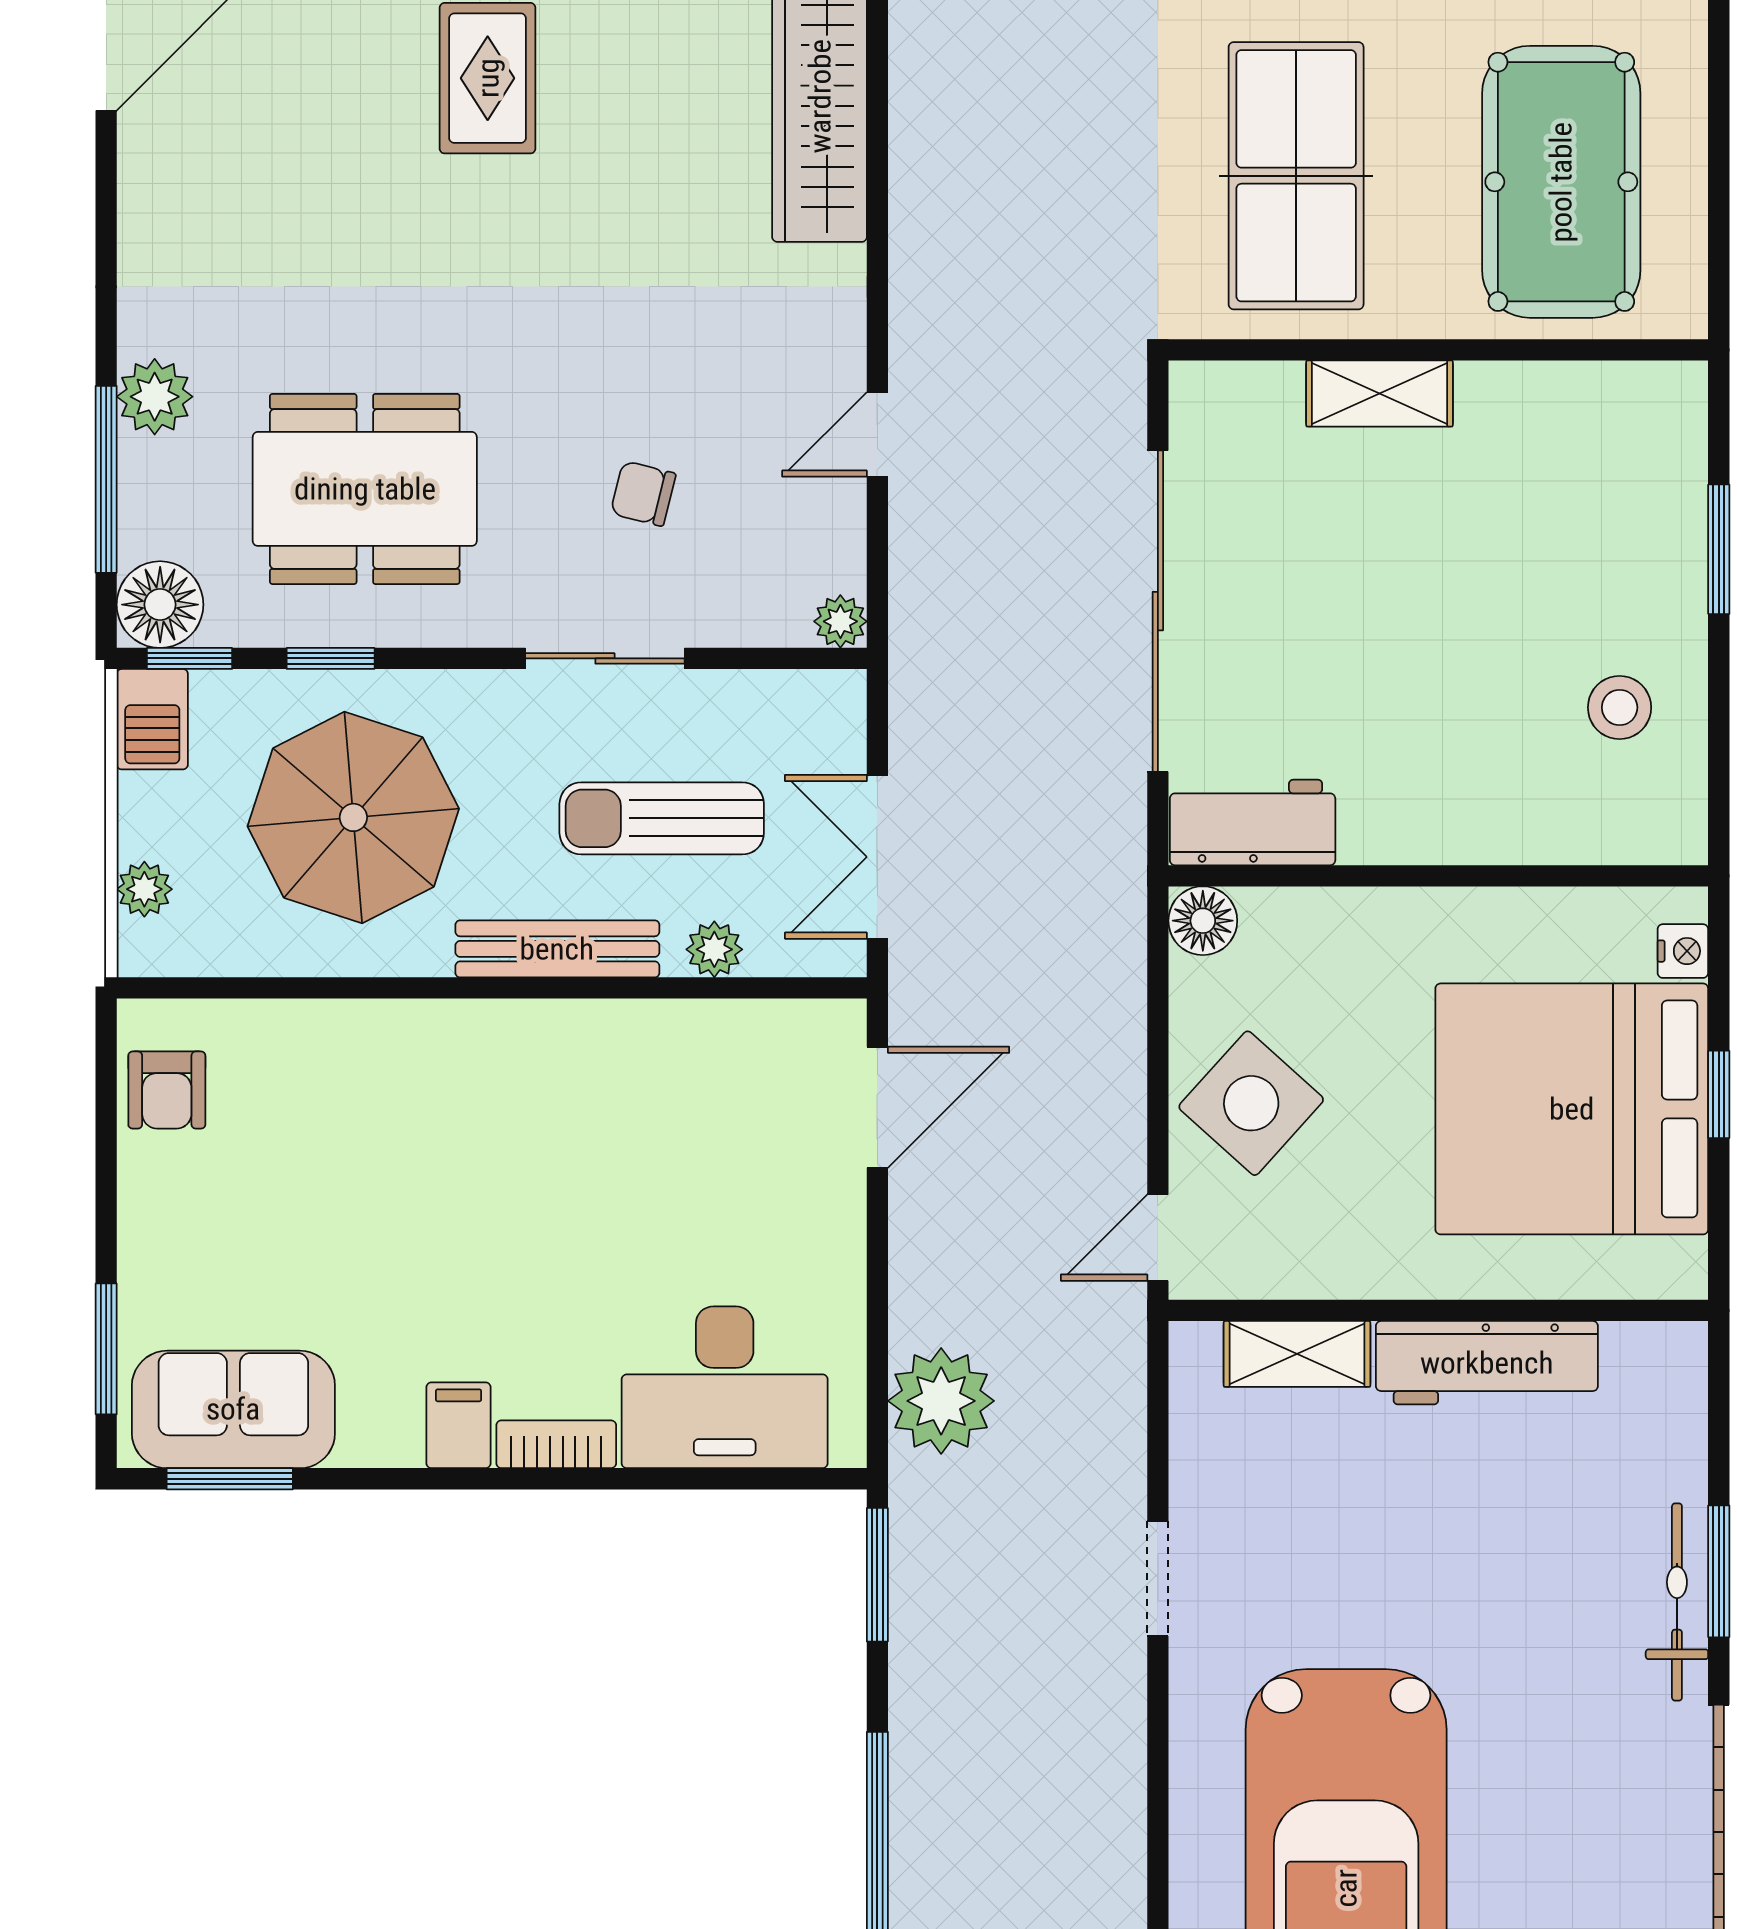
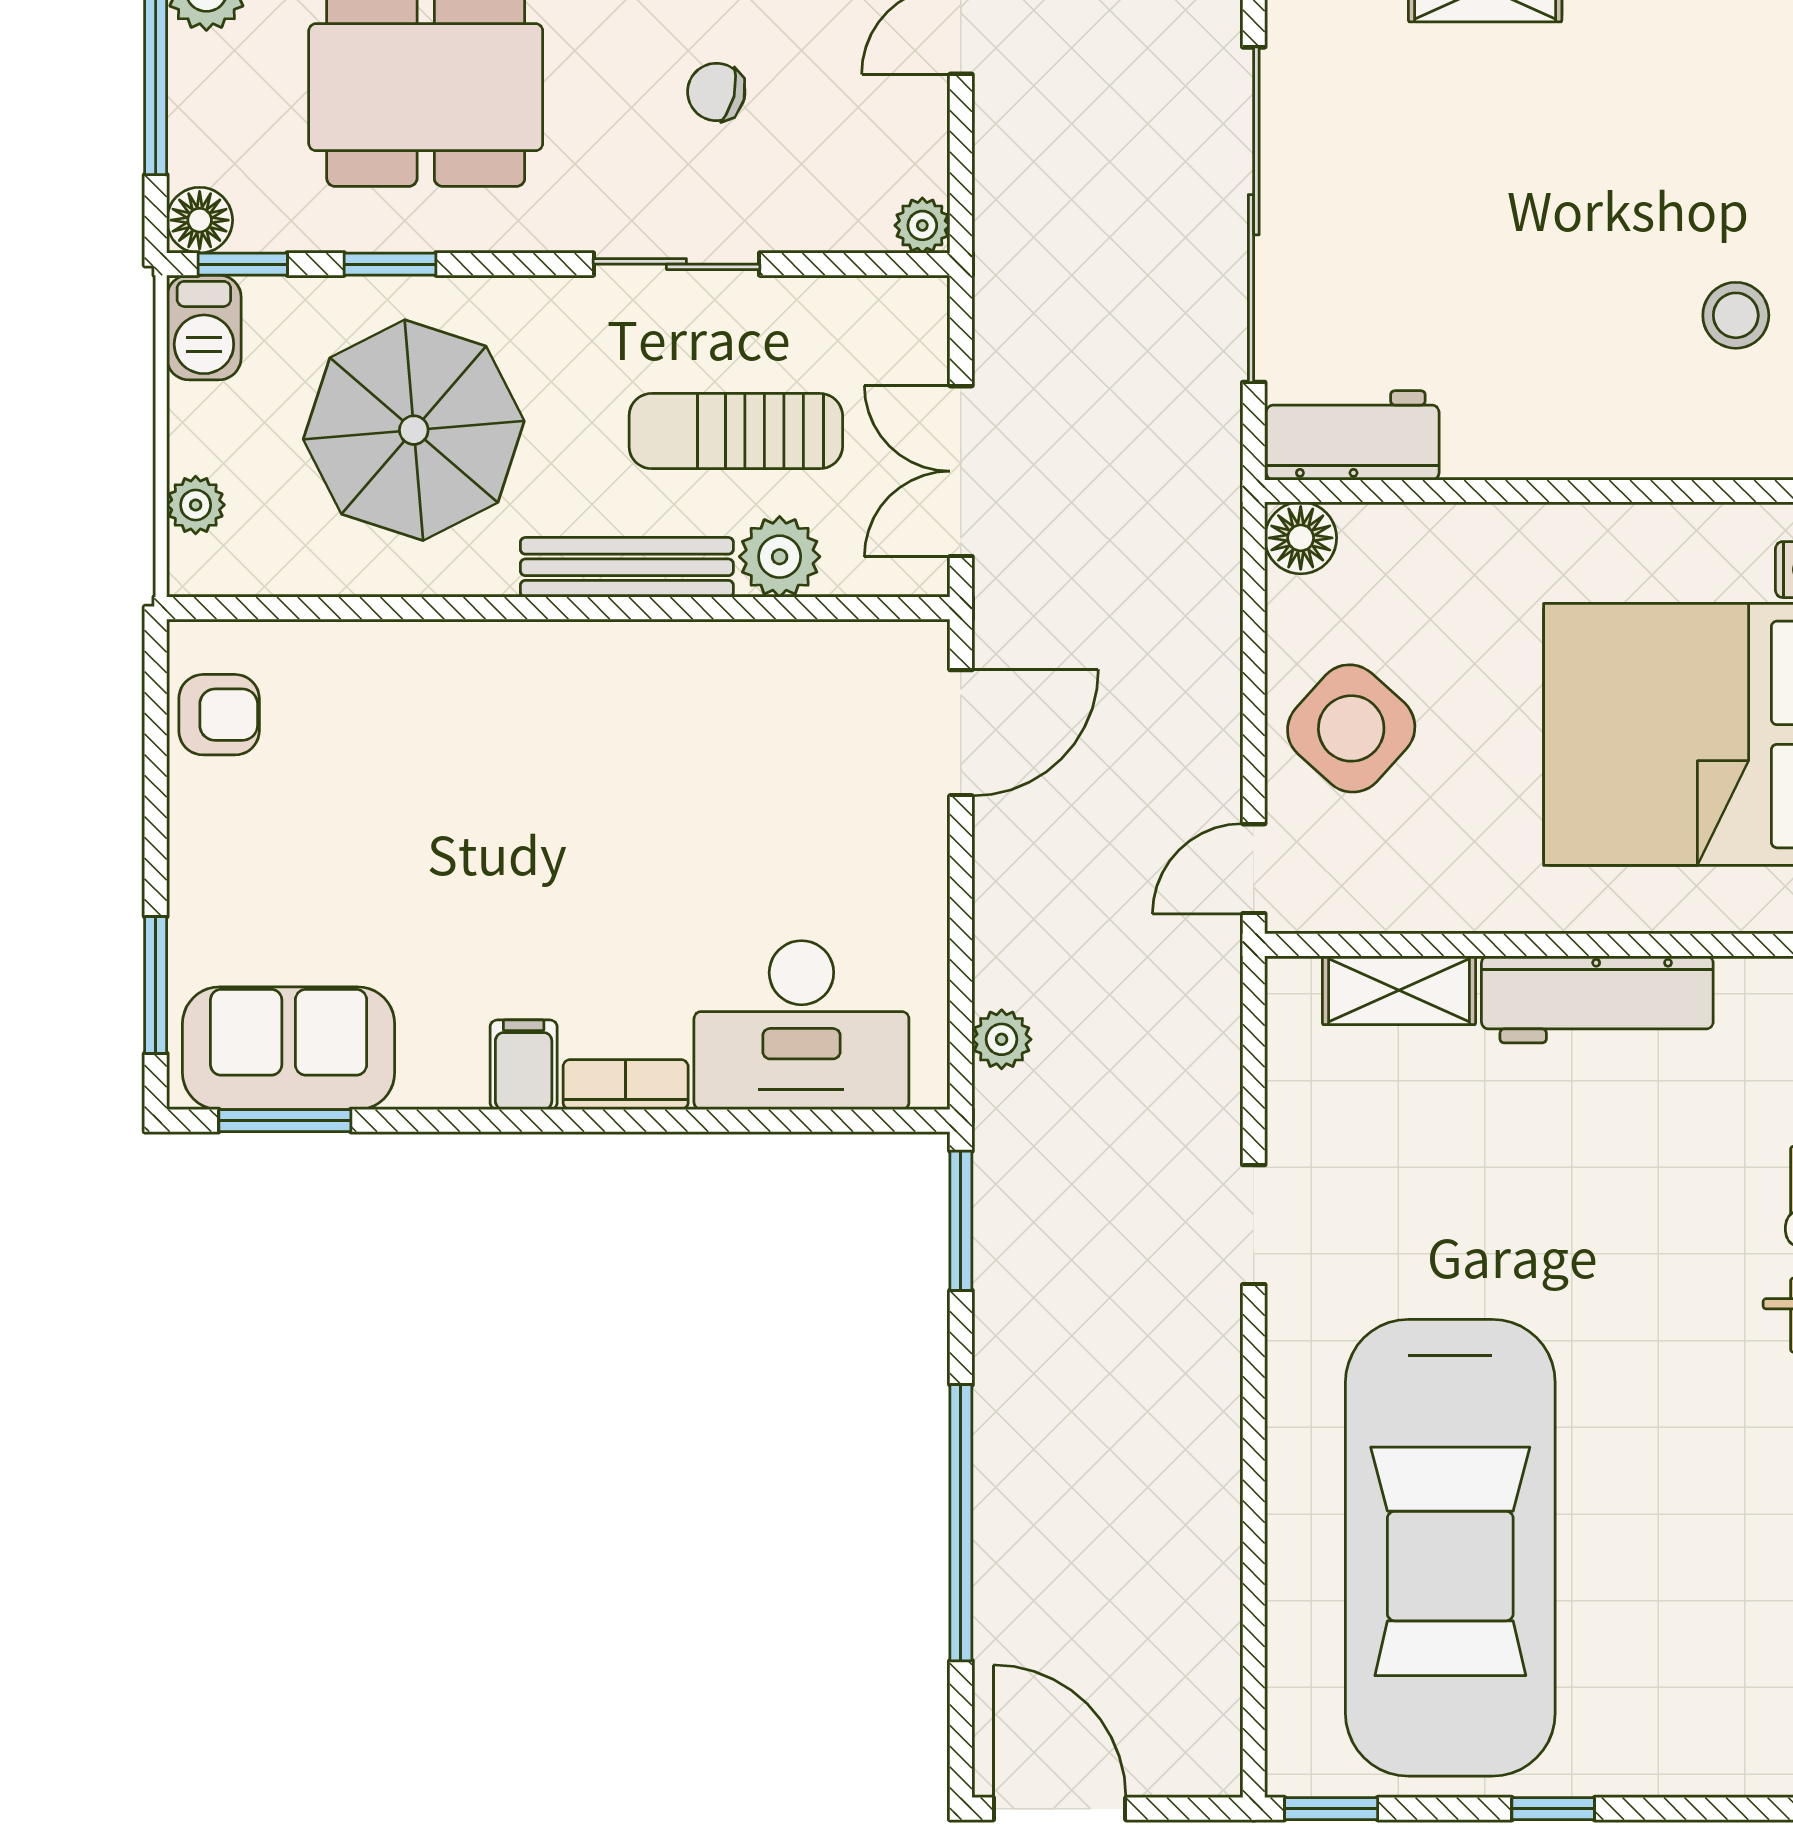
floor lamp: (160, 605) -> (200, 220), width x0.73, depth x0.73
plant: (714, 949) -> (780, 557), width x1.38, depth x1.38
armchair: (167, 1090) -> (219, 715), turned -90
plant: (941, 1401) -> (1002, 1039), width x0.53, depth x0.53

